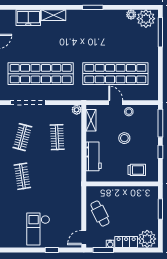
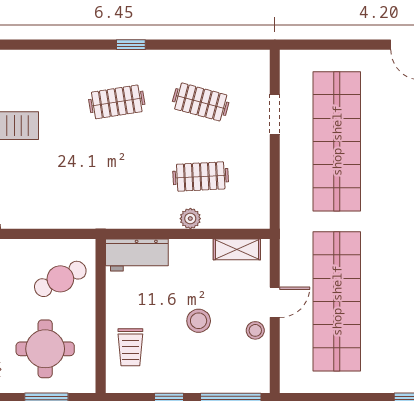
doorway: (28, 103) -> (275, 114), width x0.53
plant: (77, 110) -> (190, 219), moved
workbench: (94, 156) -> (137, 255), moved
round table: (137, 210) -> (45, 349), added
cafe table: (100, 214) -> (60, 279), moved

